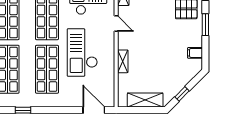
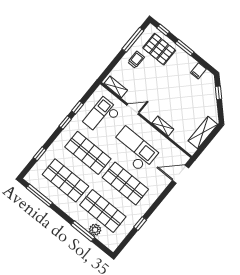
checkout: (82, 52) -> (134, 149), turned 180
window: (182, 94) -> (218, 93), moved

